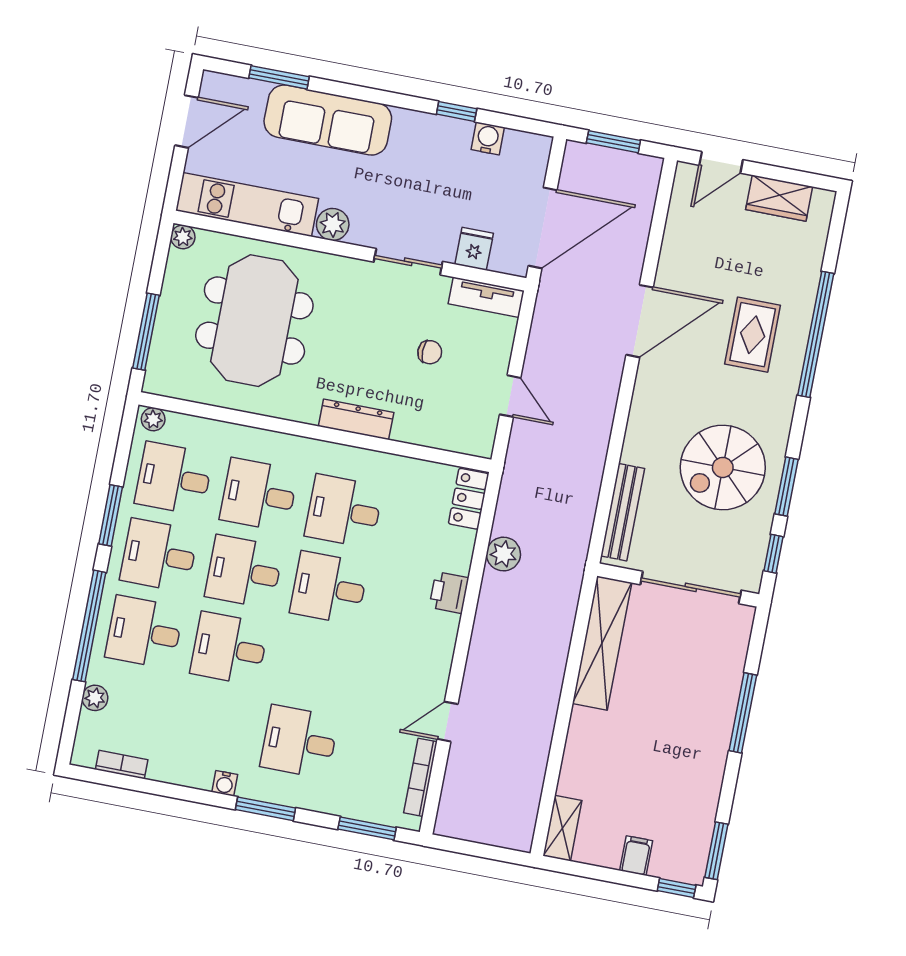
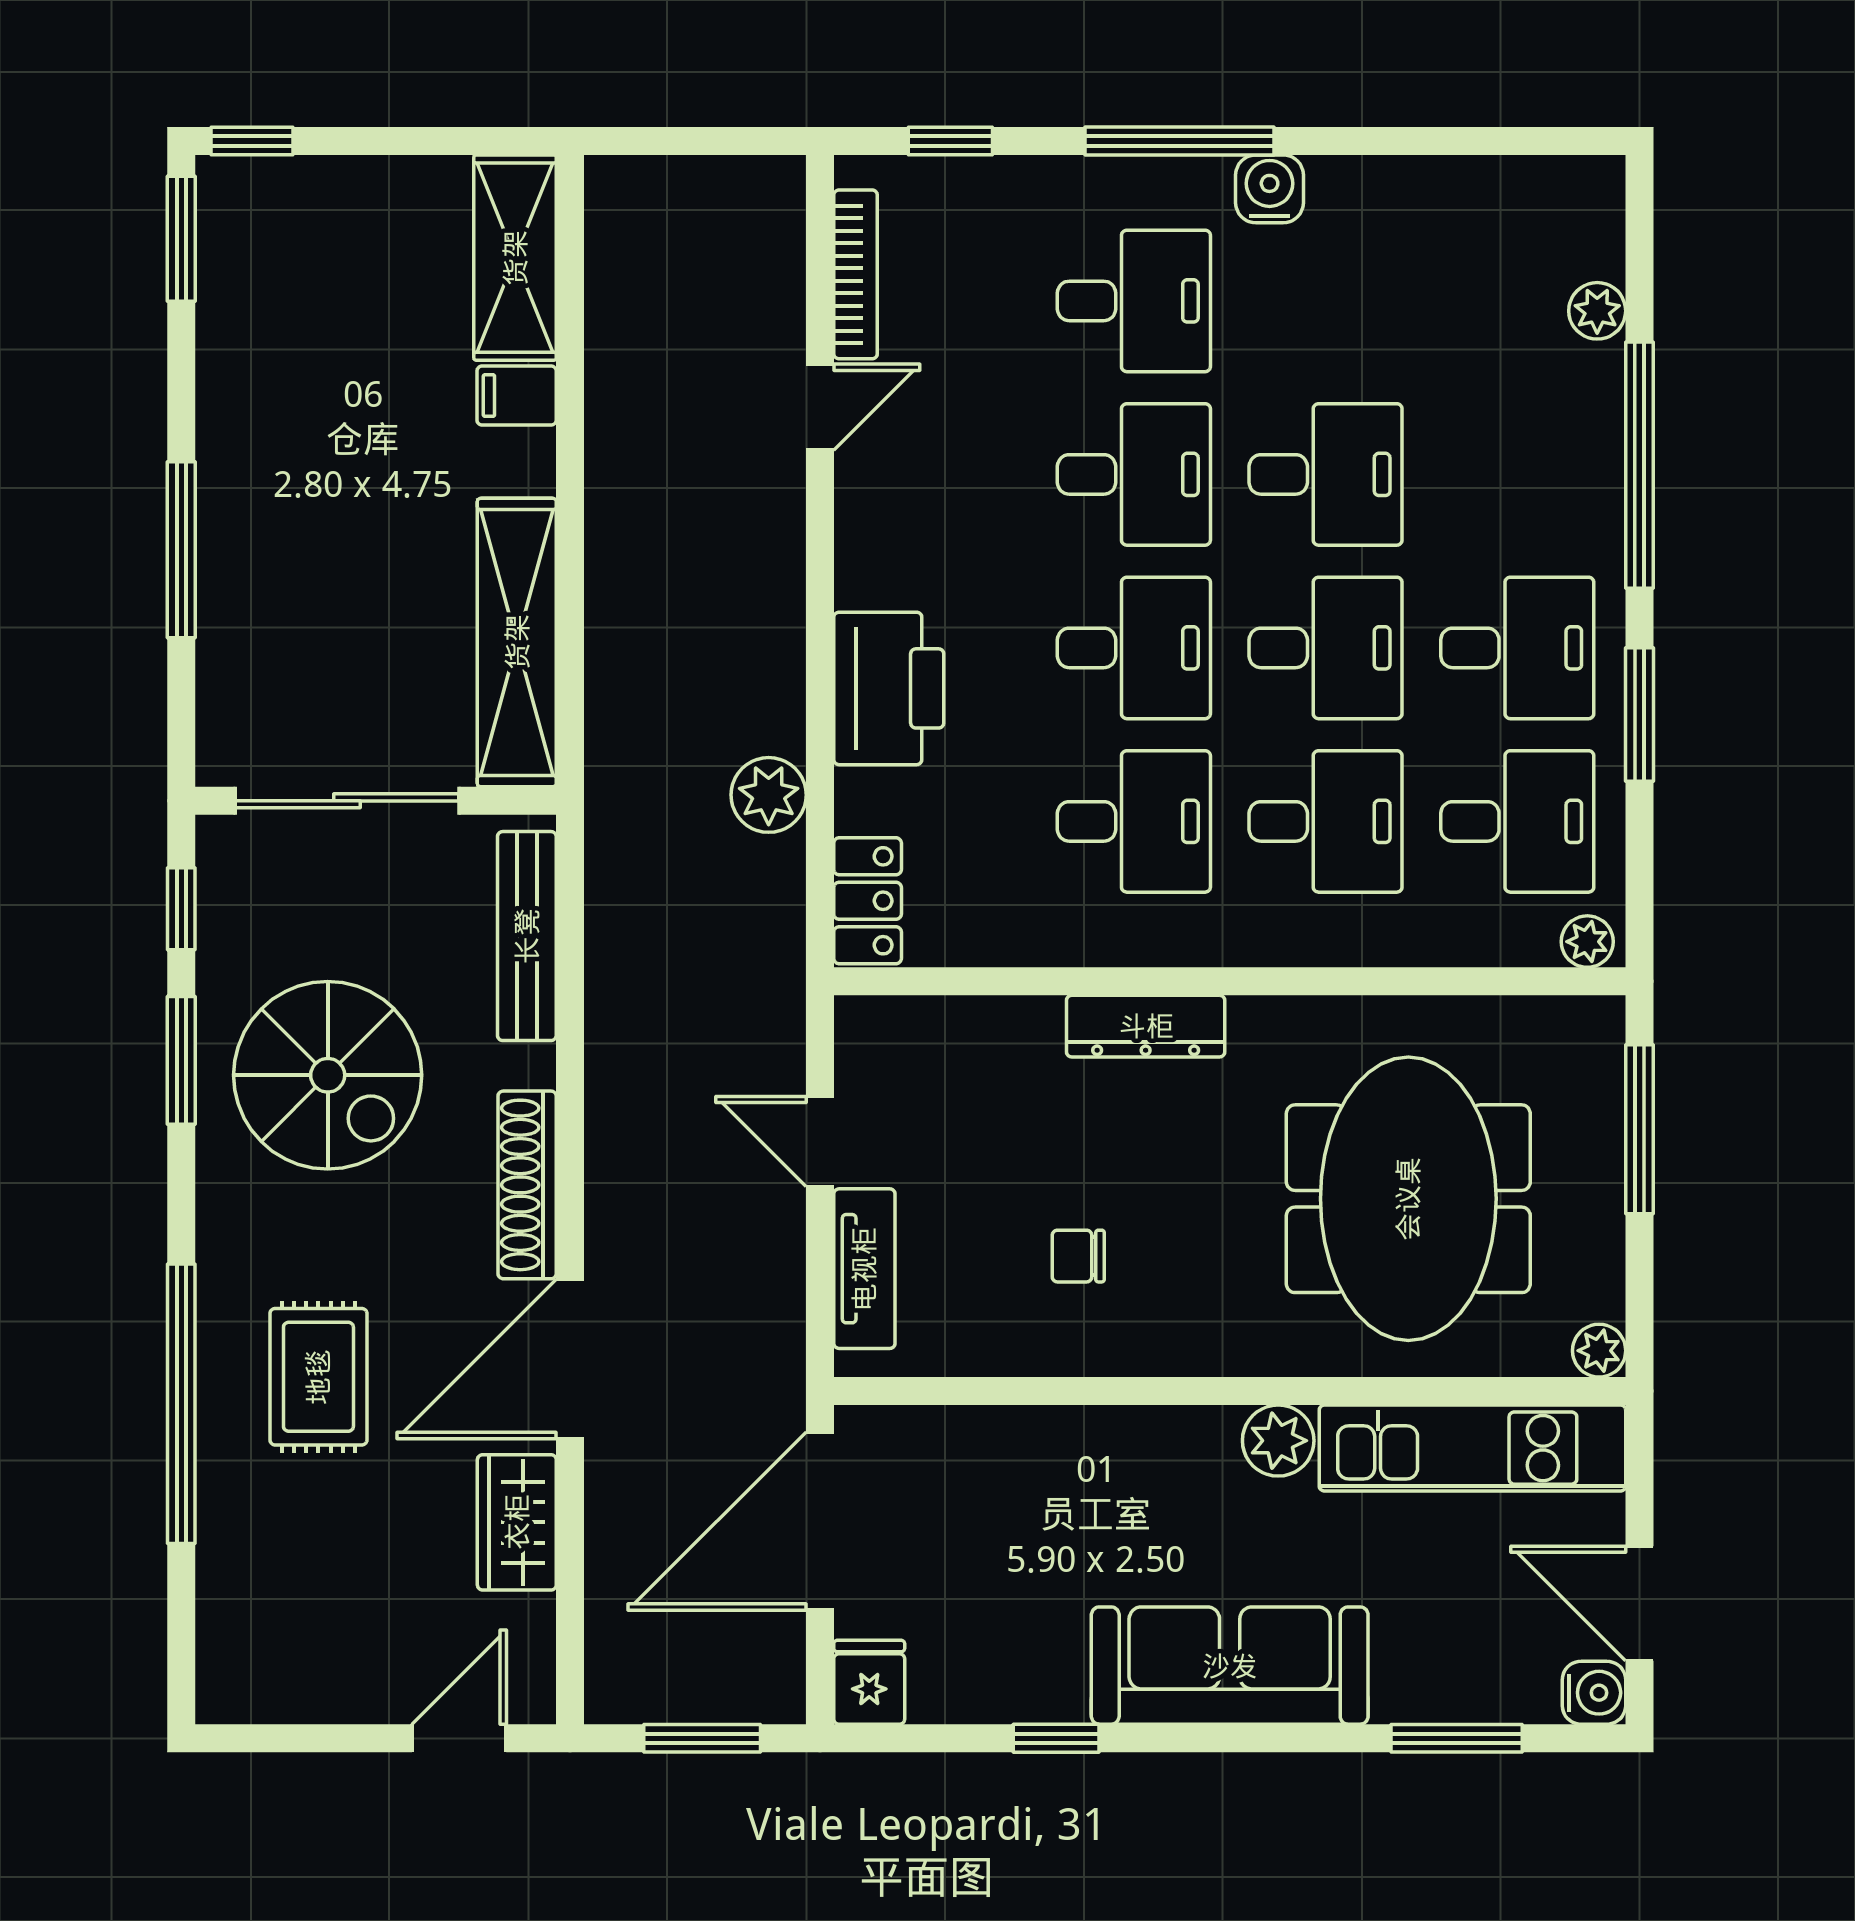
sofa: (328, 120) -> (1230, 1666), moved
door: (186, 121) -> (1639, 1603), hinge flipped
water cooler: (488, 138) -> (1594, 1693), moved, turned -90
wardrobe: (779, 198) -> (517, 1522), moved, turned -90
fridge: (474, 249) -> (869, 1682), moved, turned 180
sliding door: (408, 262) -> (1098, 1391), removed
tv unit: (486, 297) -> (864, 1269), moved, turned 90
chair: (430, 352) -> (1078, 1256), moved
shoe rack: (644, 402) -> (527, 1185), added
spiral stairs: (723, 467) -> (328, 1075), turned 90
printer: (449, 593) -> (889, 688), width x1.87, depth x1.48
desk: (144, 632) -> (1134, 474), moved
bookcase: (122, 765) -> (1511, 177), removed
water cooler: (225, 783) -> (1270, 189), width x1.38, depth x1.38
window: (266, 809) -> (1180, 141), width x1.44
window: (367, 828) -> (950, 141), width x0.67
shelving: (562, 828) -> (515, 258), width x1.50, depth x1.33
filing cabinet: (636, 856) -> (517, 396), moved, turned 90

